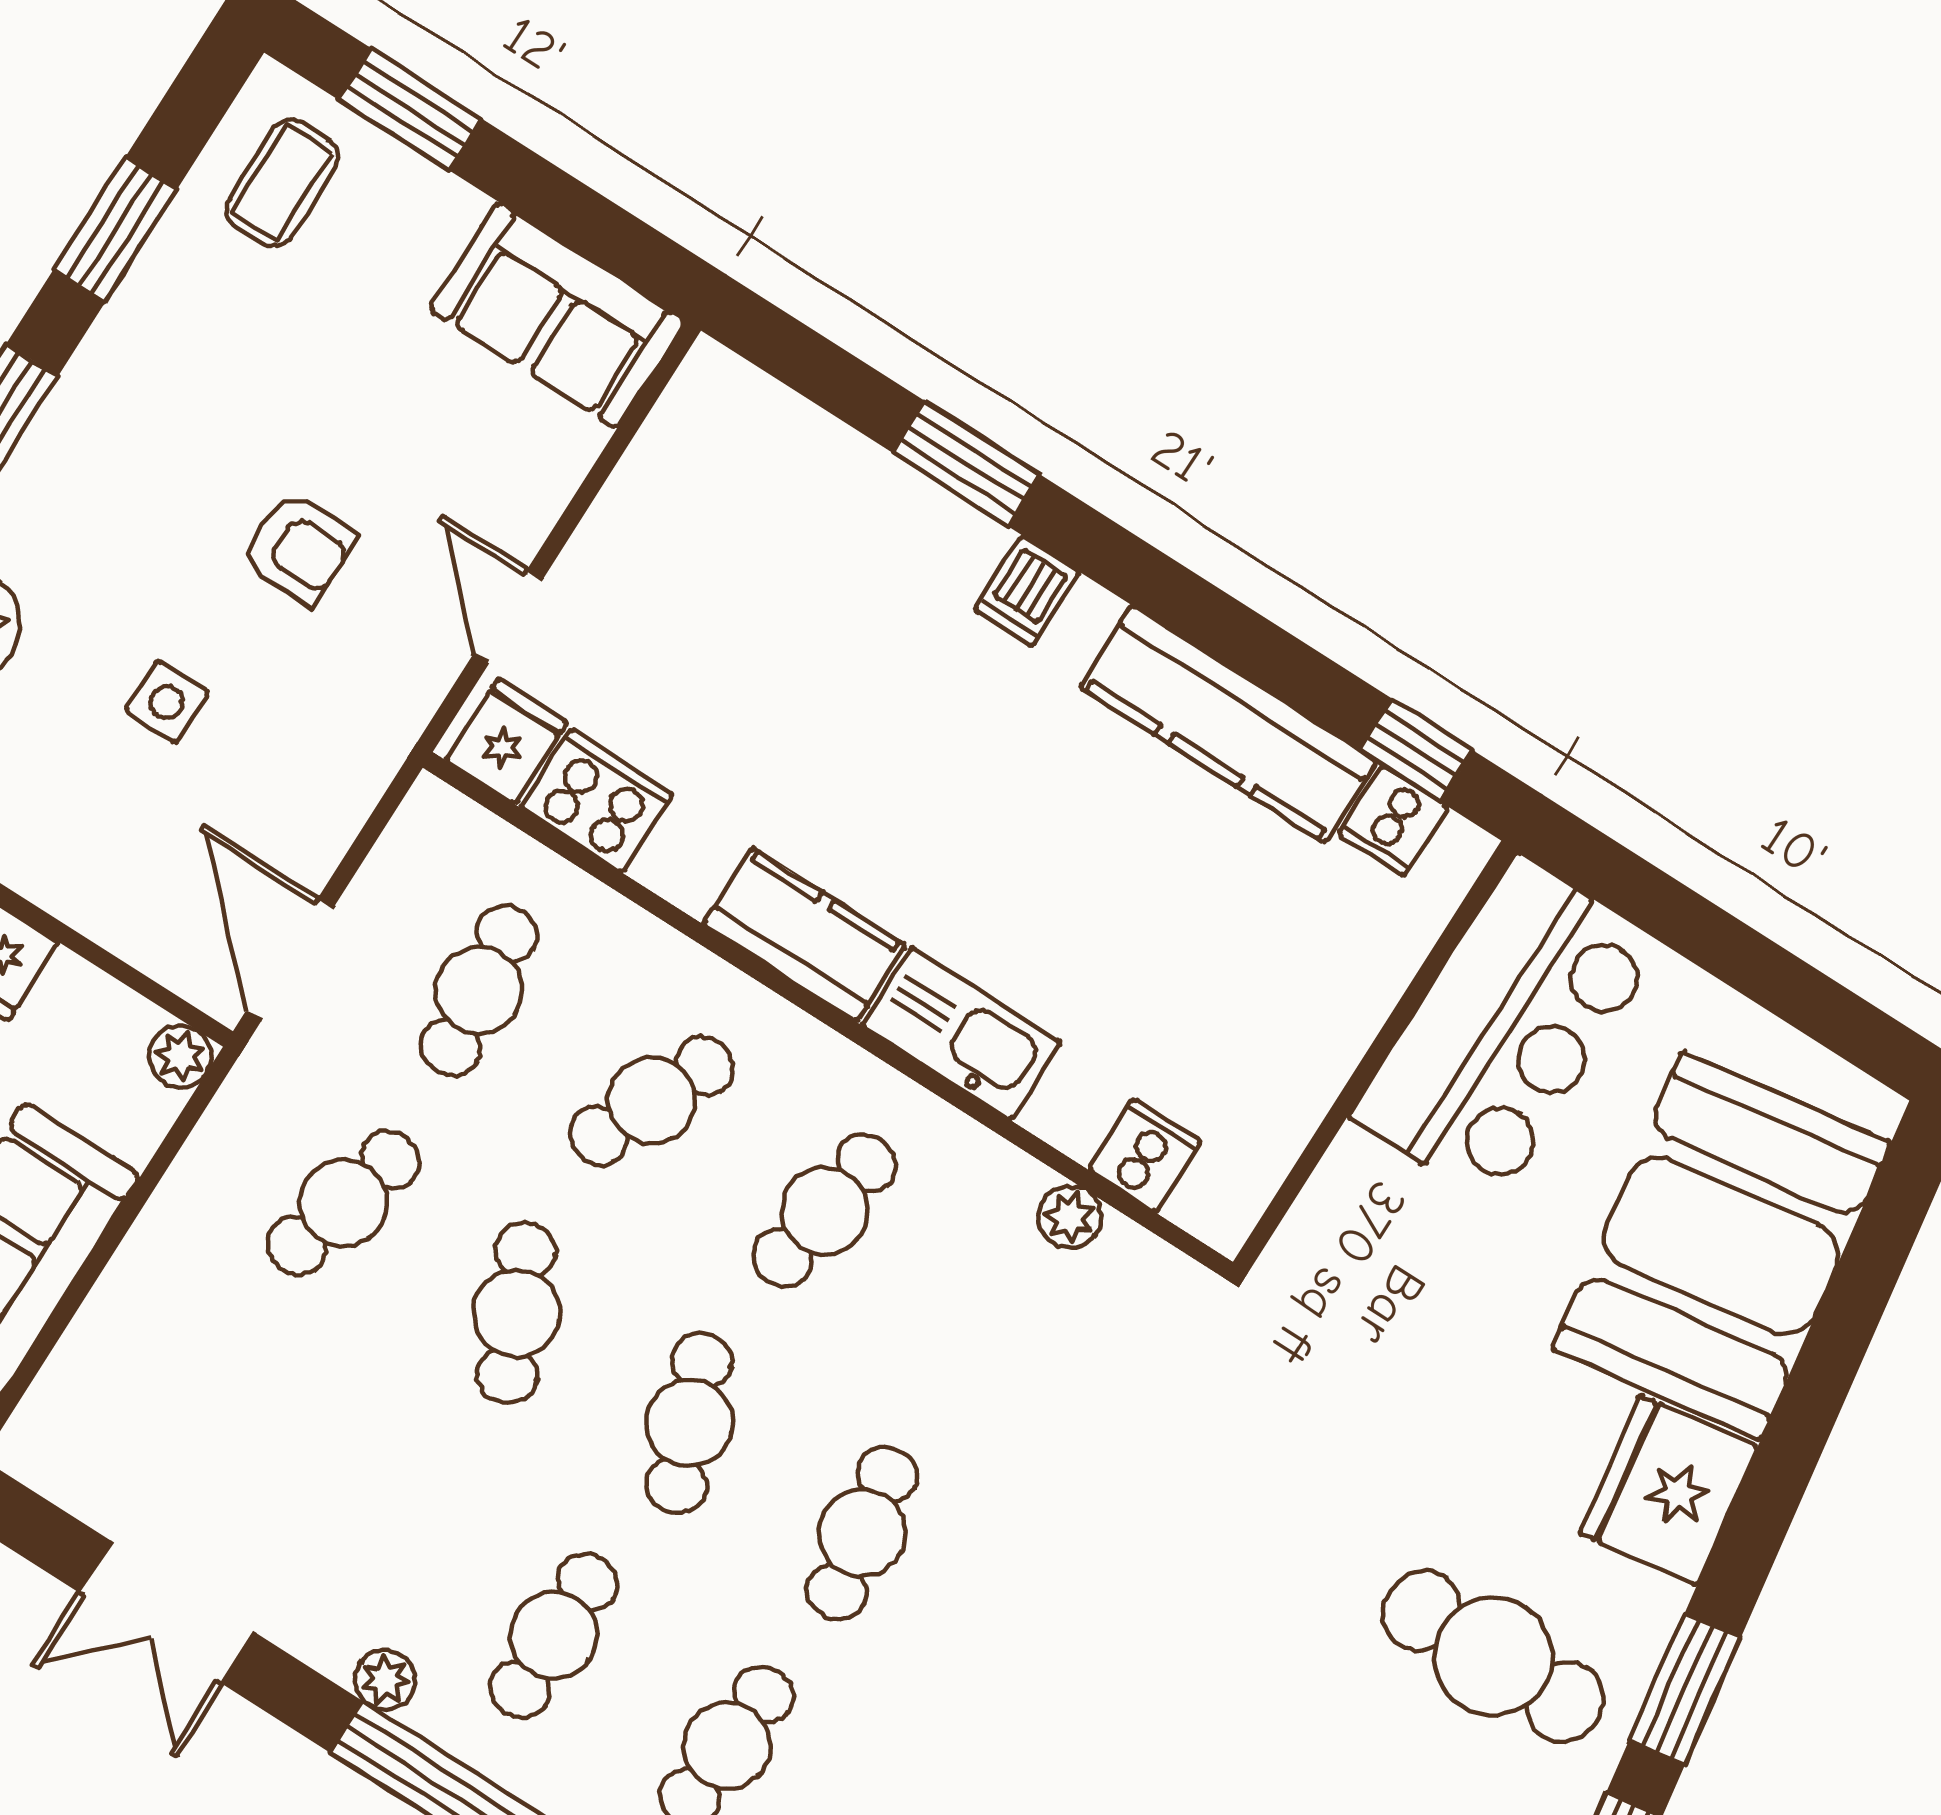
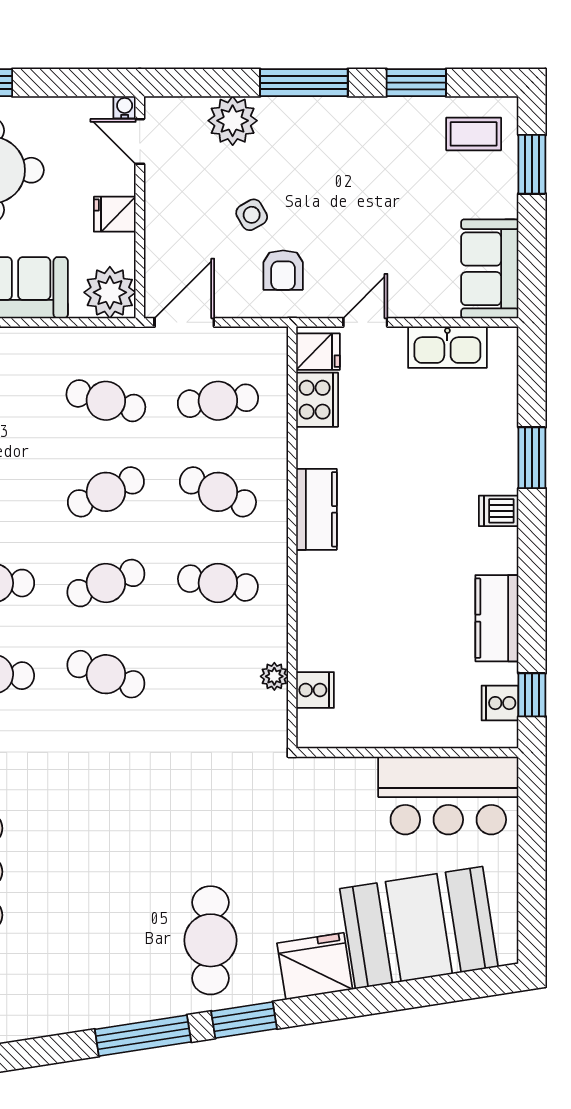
armchair: (298, 548) -> (283, 270), moved
side table: (167, 702) -> (252, 215), turned -30
kitchen counter: (1228, 724) -> (497, 618), width x0.67
kitchen sink: (961, 1034) -> (447, 347), moved, turned 90
plant: (180, 1056) -> (110, 292), width x1.88, depth x1.88
cafe table: (862, 1533) -> (106, 674), turned 30

